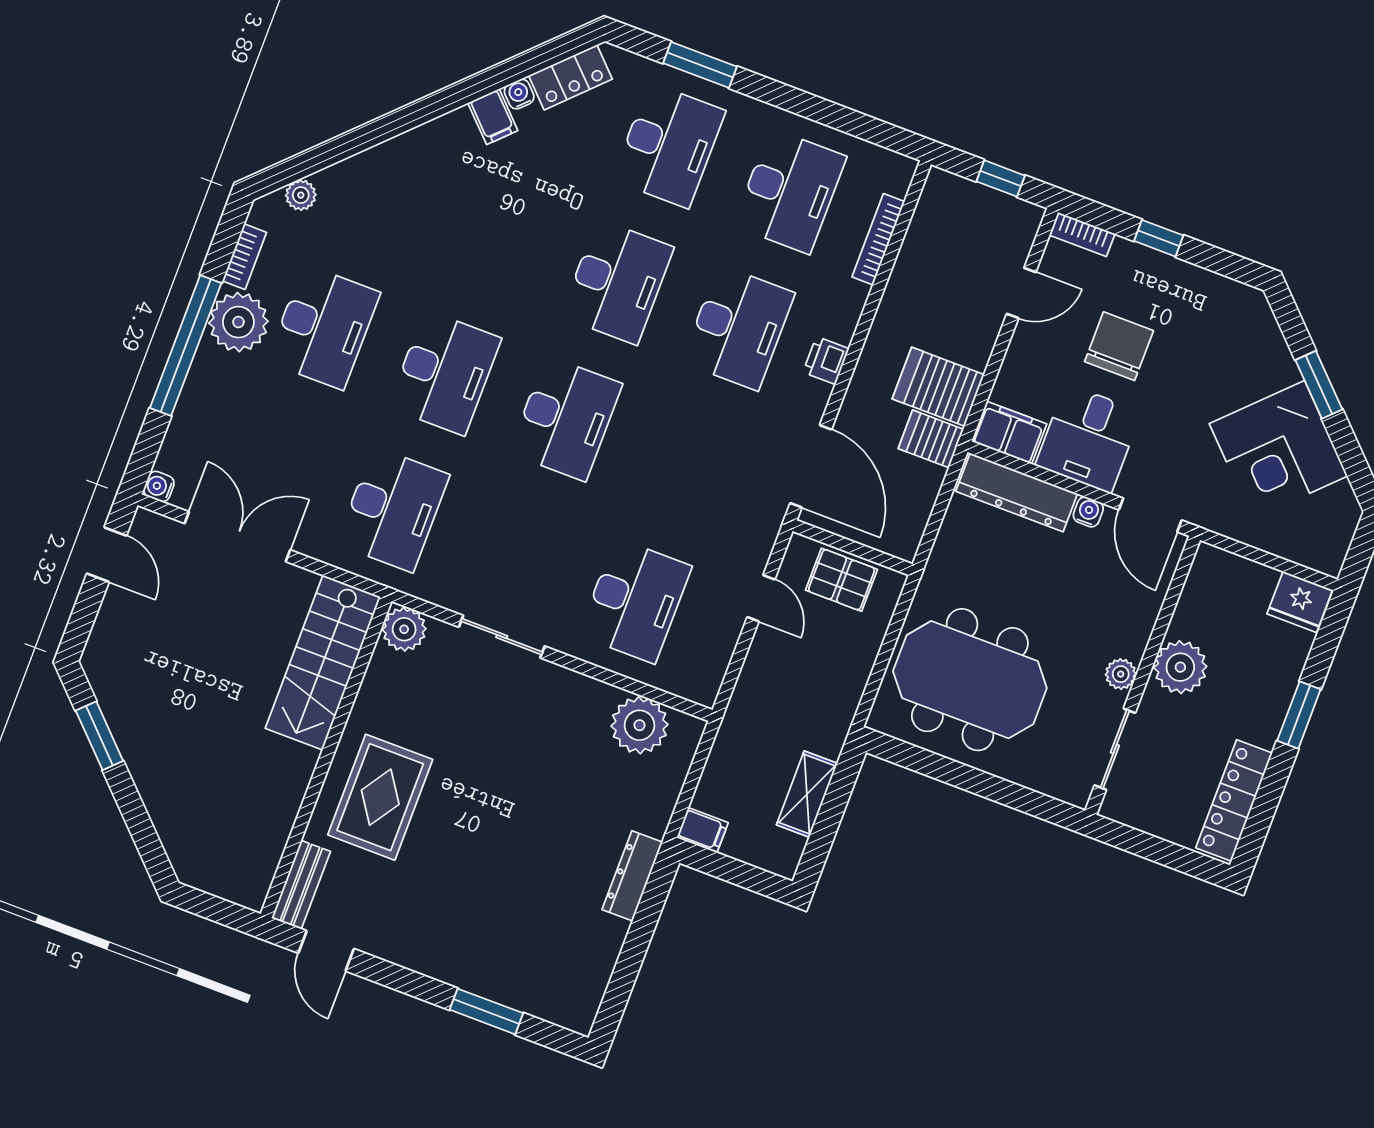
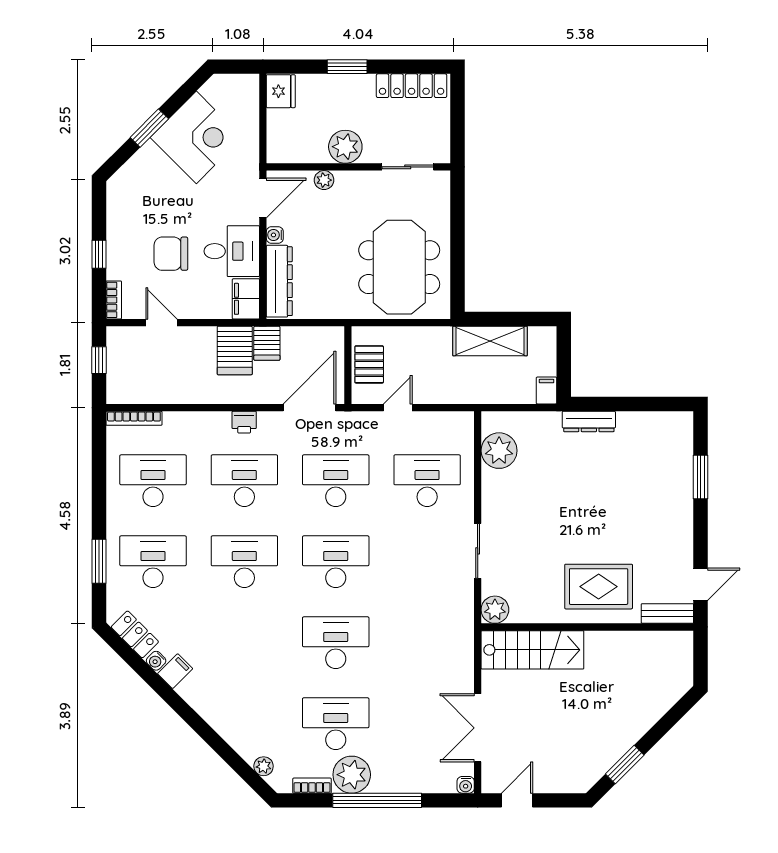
bookcase: (878, 239) -> (134, 418), moved
desk: (393, 509) -> (336, 481), moved
plant: (1121, 674) -> (324, 180), moved
shelving: (807, 794) -> (490, 341), width x1.50, depth x1.33

